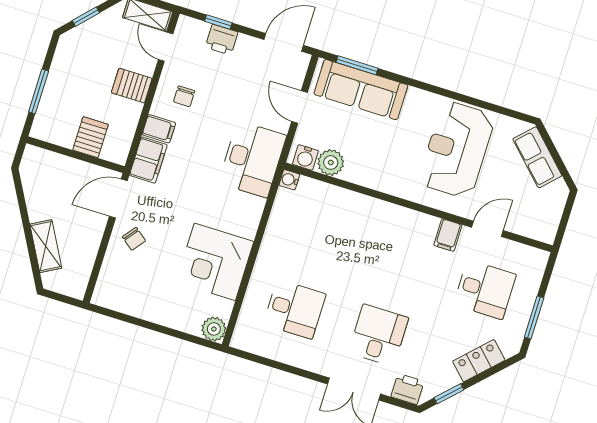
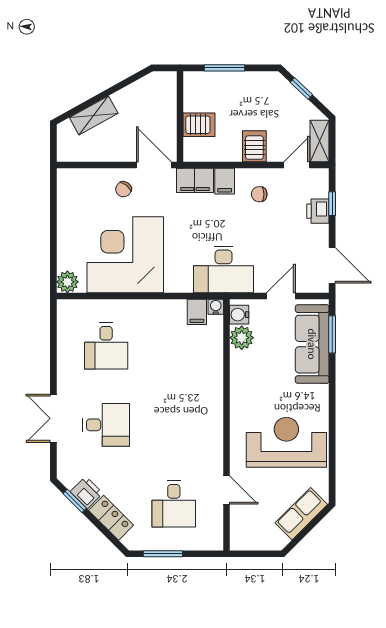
filing cabinet: (448, 235) -> (197, 312), moved, turned -90
corner desk: (215, 262) -> (125, 255), width x1.36, depth x1.36
printer: (407, 389) -> (87, 493), moved, turned -45

